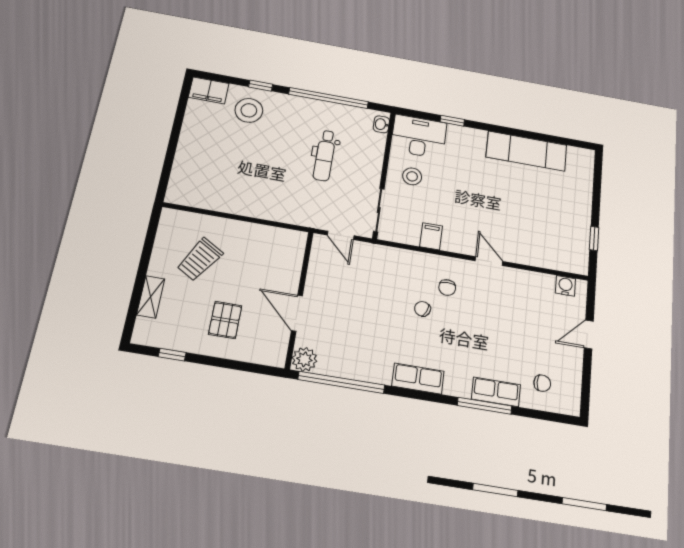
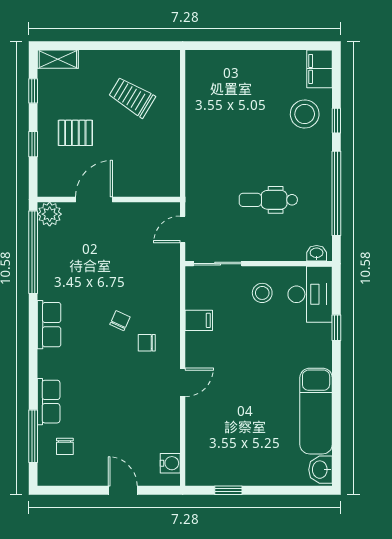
washbasin: (580, 157) -> (320, 470), added
shelving: (151, 297) -> (58, 59), moved
window: (228, 364) -> (33, 144), added
window: (485, 406) -> (33, 436), moved

